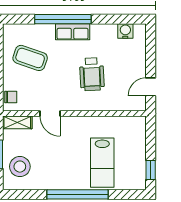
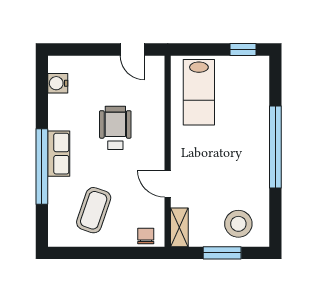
wheelchair: (92, 74) -> (115, 128), turned -87
door: (50, 113) -> (168, 184), swing flipped
lab bench: (102, 163) -> (199, 92), moved, turned 90

